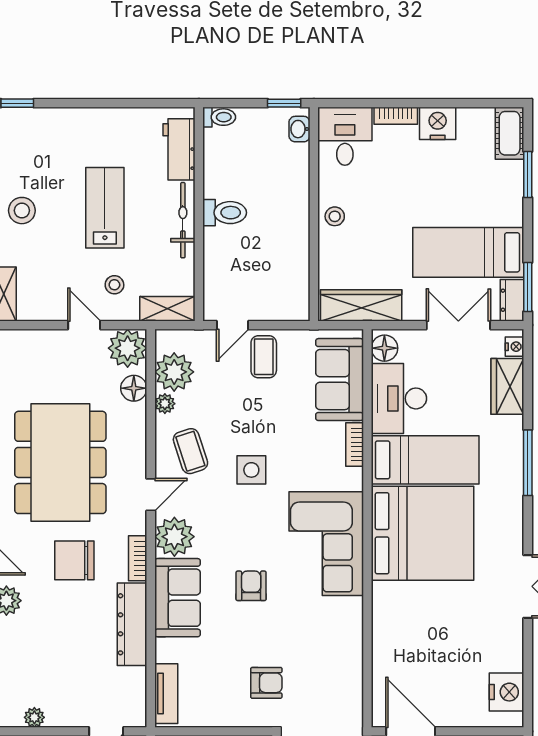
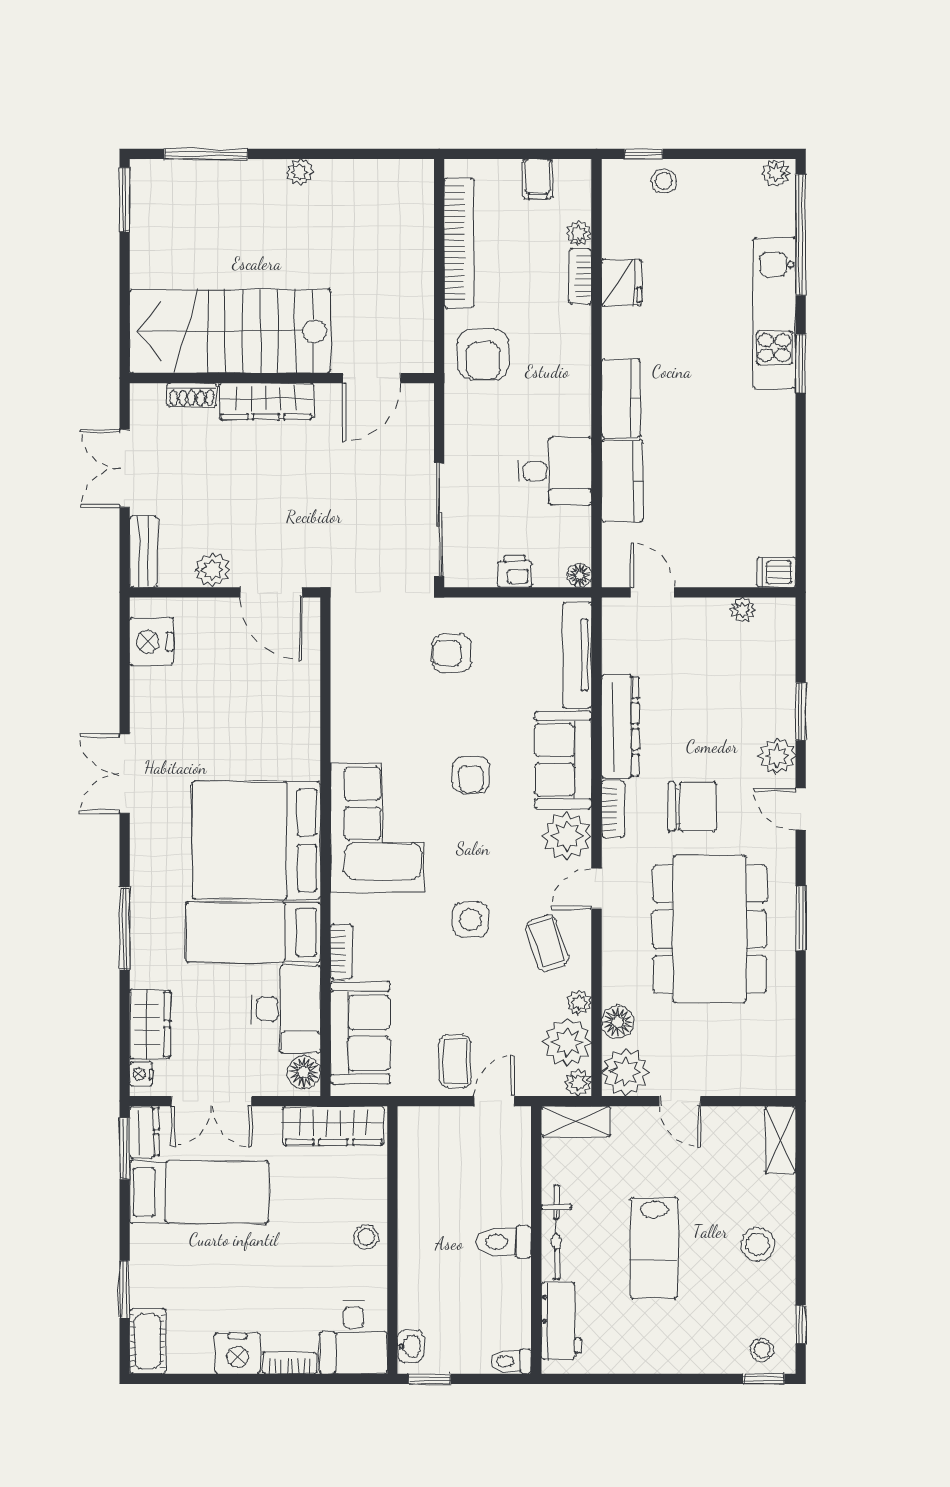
stool: (114, 285) -> (762, 1350), moved
plant: (165, 340) -> (578, 1083), added
tv unit: (166, 694) -> (577, 655), width x1.41

